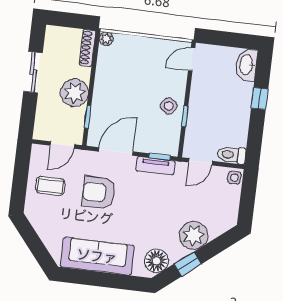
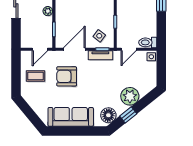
plant: (75, 93) -> (48, 11), width x0.53, depth x0.53
side table: (169, 106) -> (99, 36), moved

